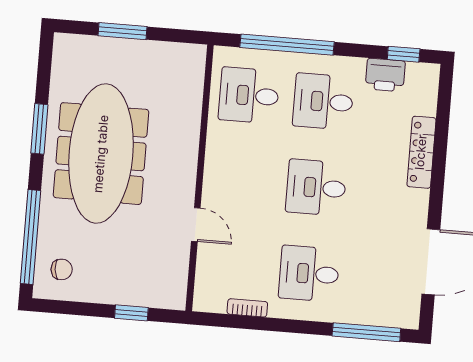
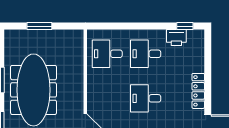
window: (287, 45) -> (125, 26), removed
locker: (421, 152) -> (198, 91), moved

